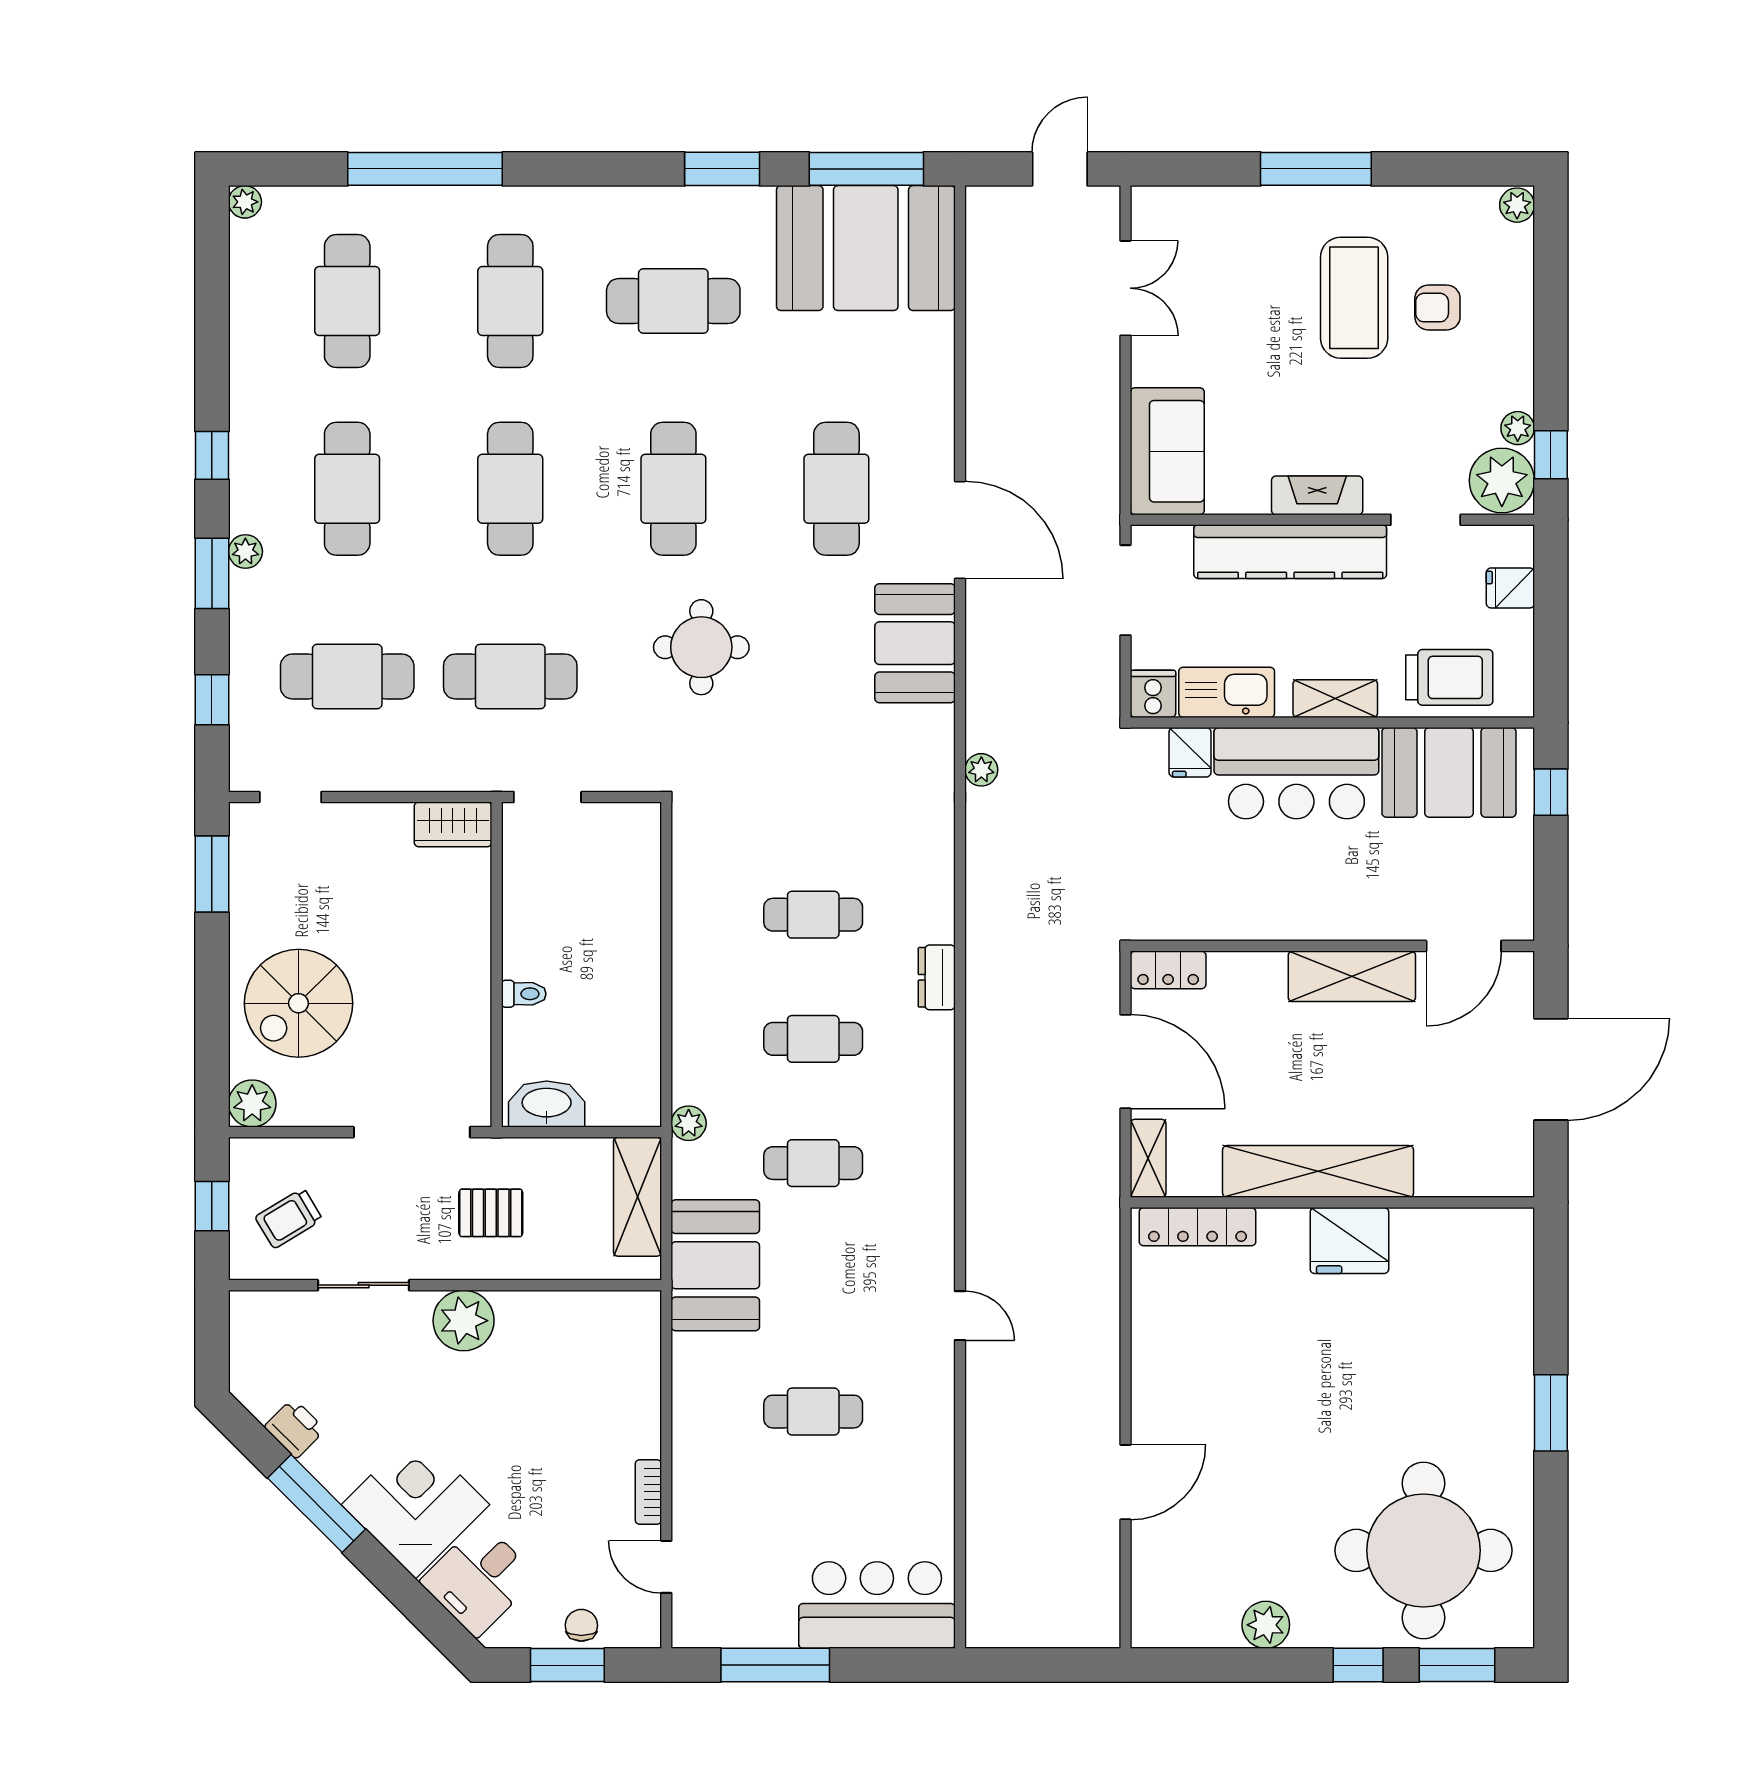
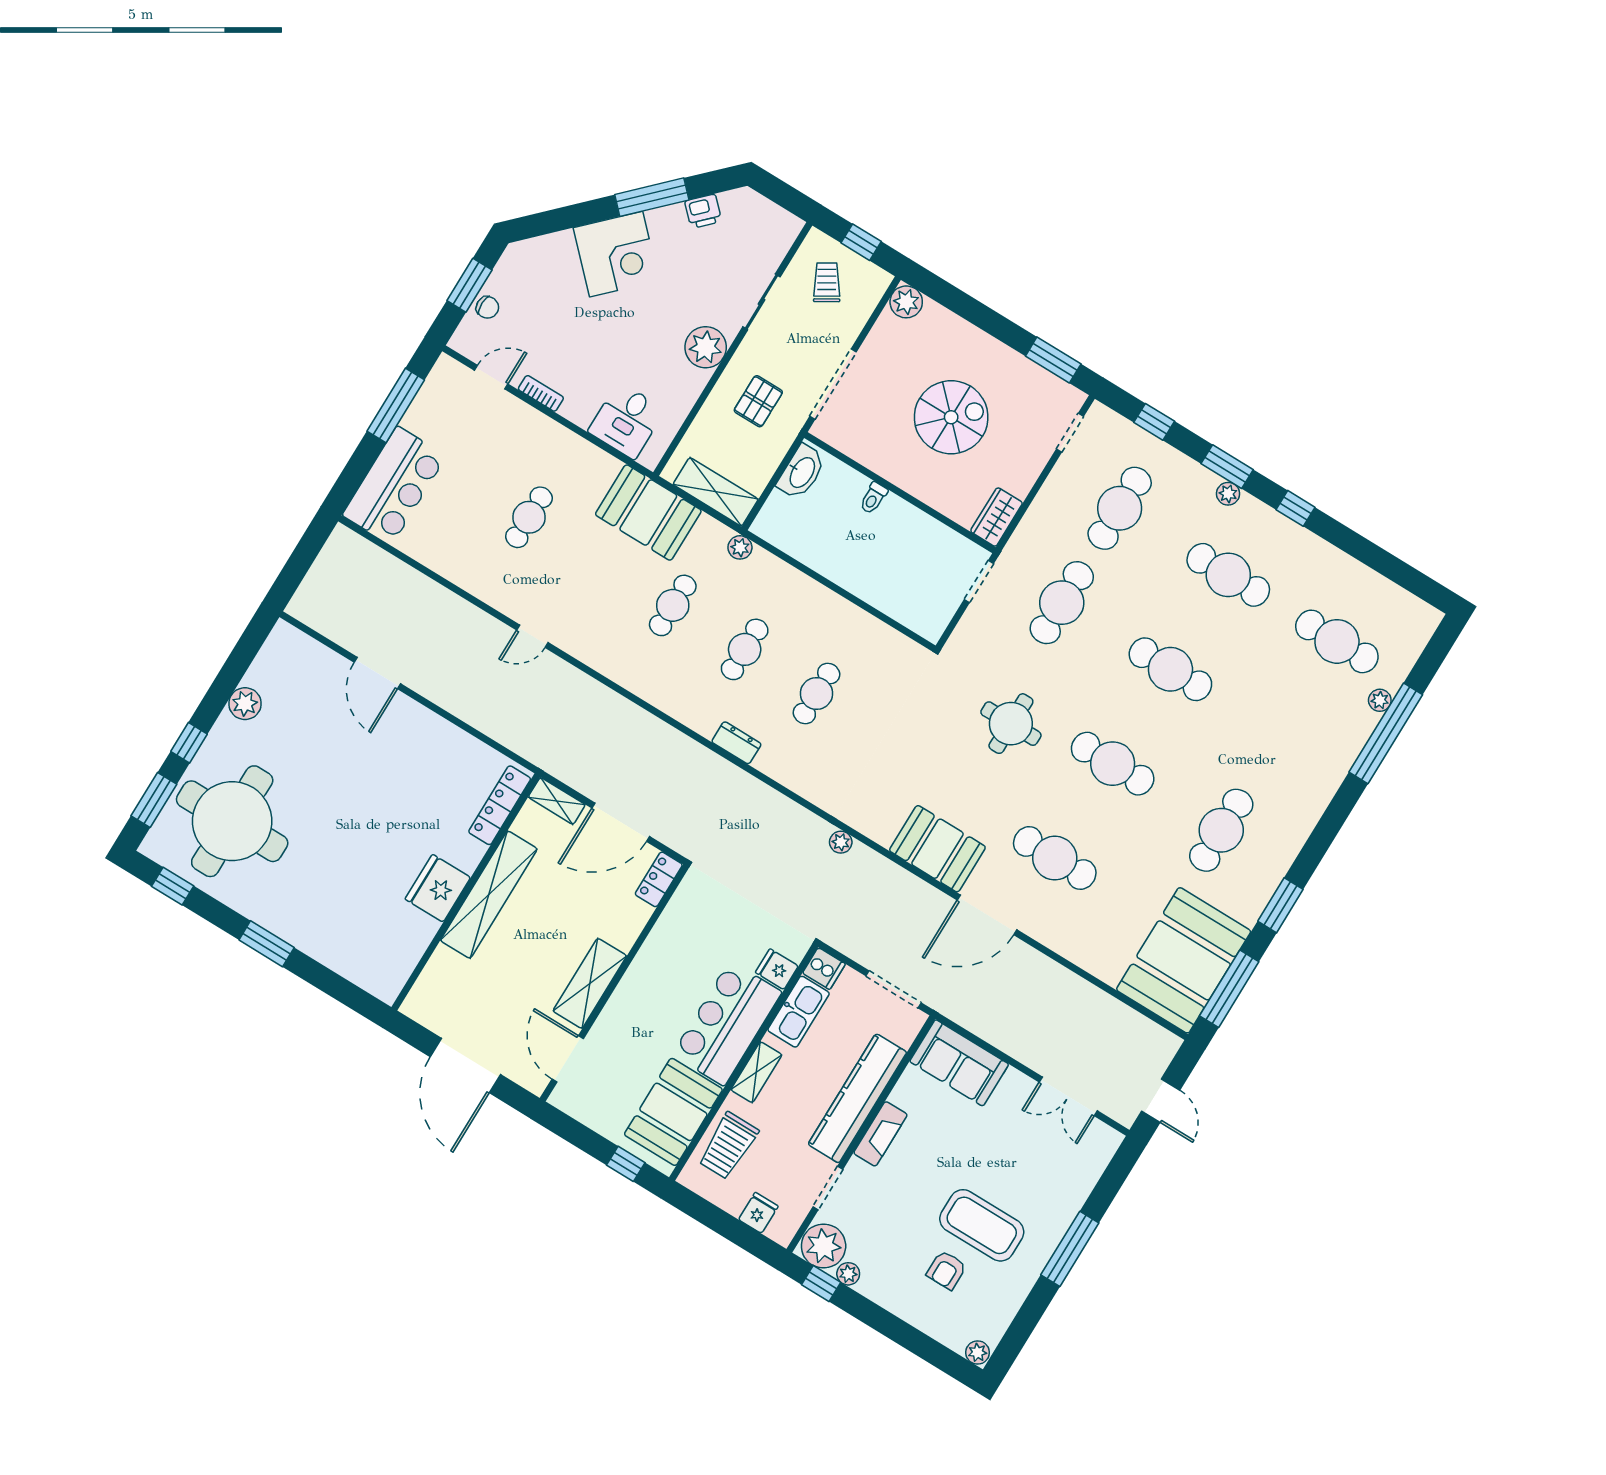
plant: (245, 202) -> (1380, 700), moved
cafe table: (510, 301) -> (1279, 736), removed
armchair: (1437, 308) -> (946, 1270), turned 180
spiral stairs: (298, 1003) -> (951, 417), moved, turned 90
window: (1551, 1575) -> (173, 886), added
desk: (479, 1579) -> (626, 421), moved, turned -135

